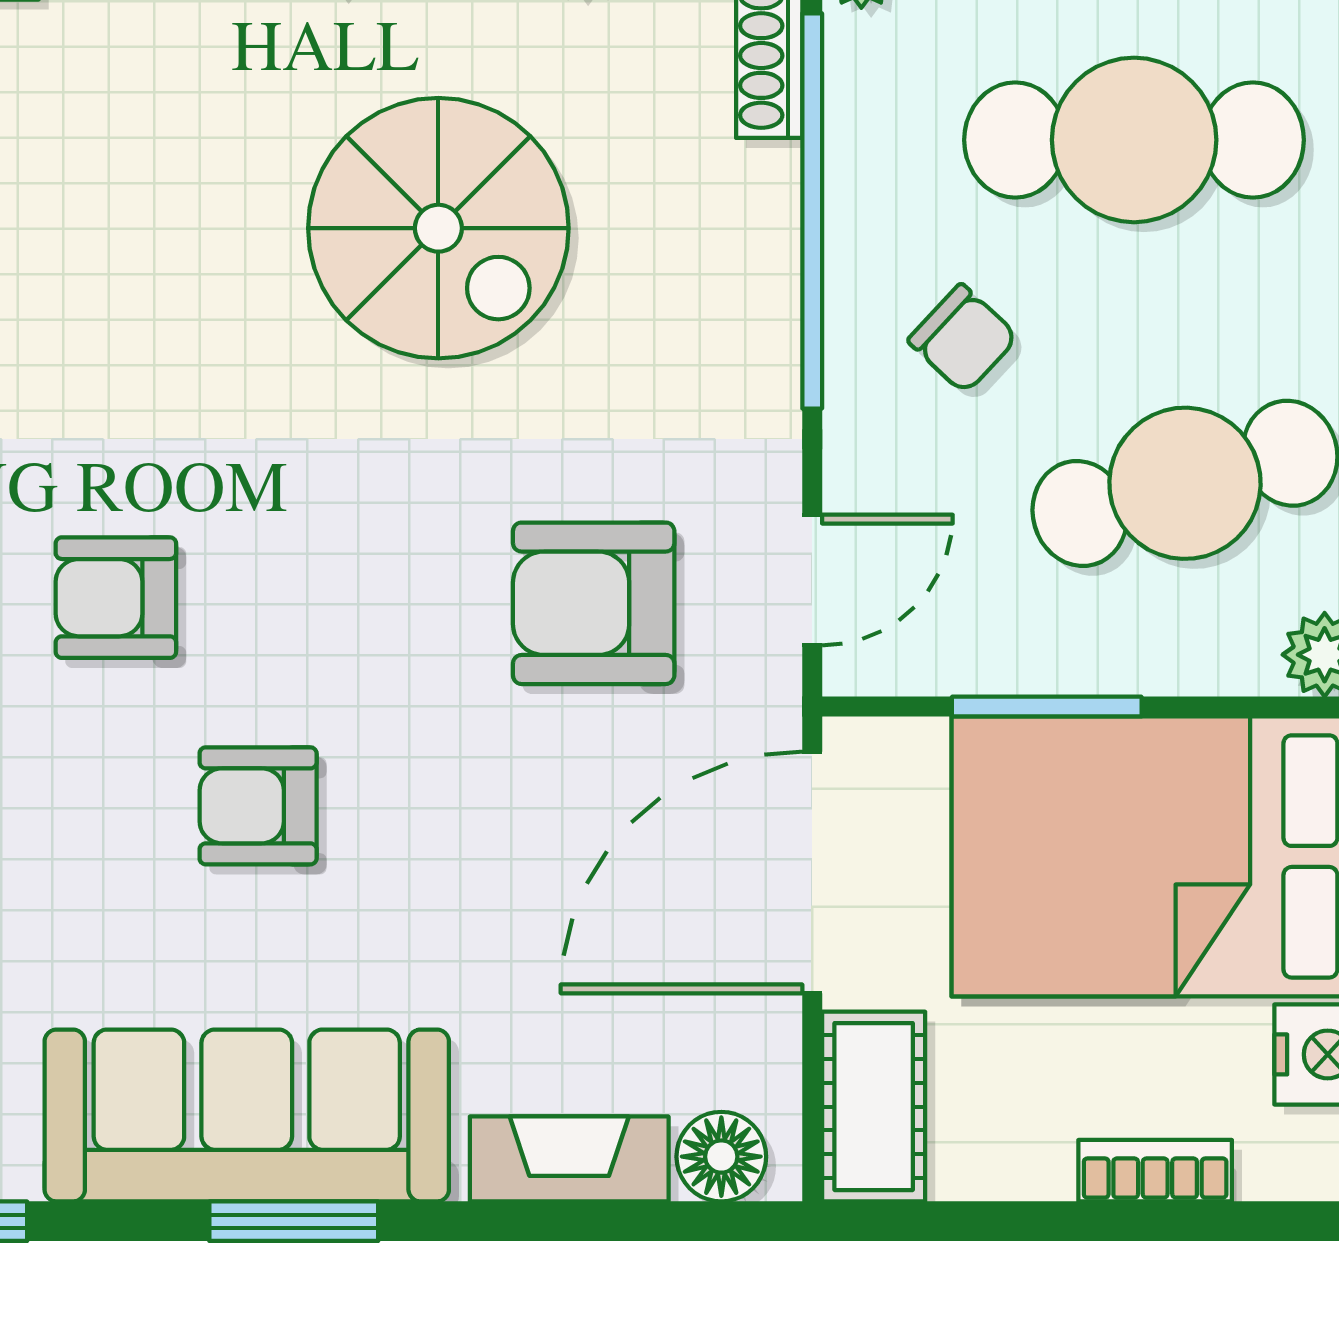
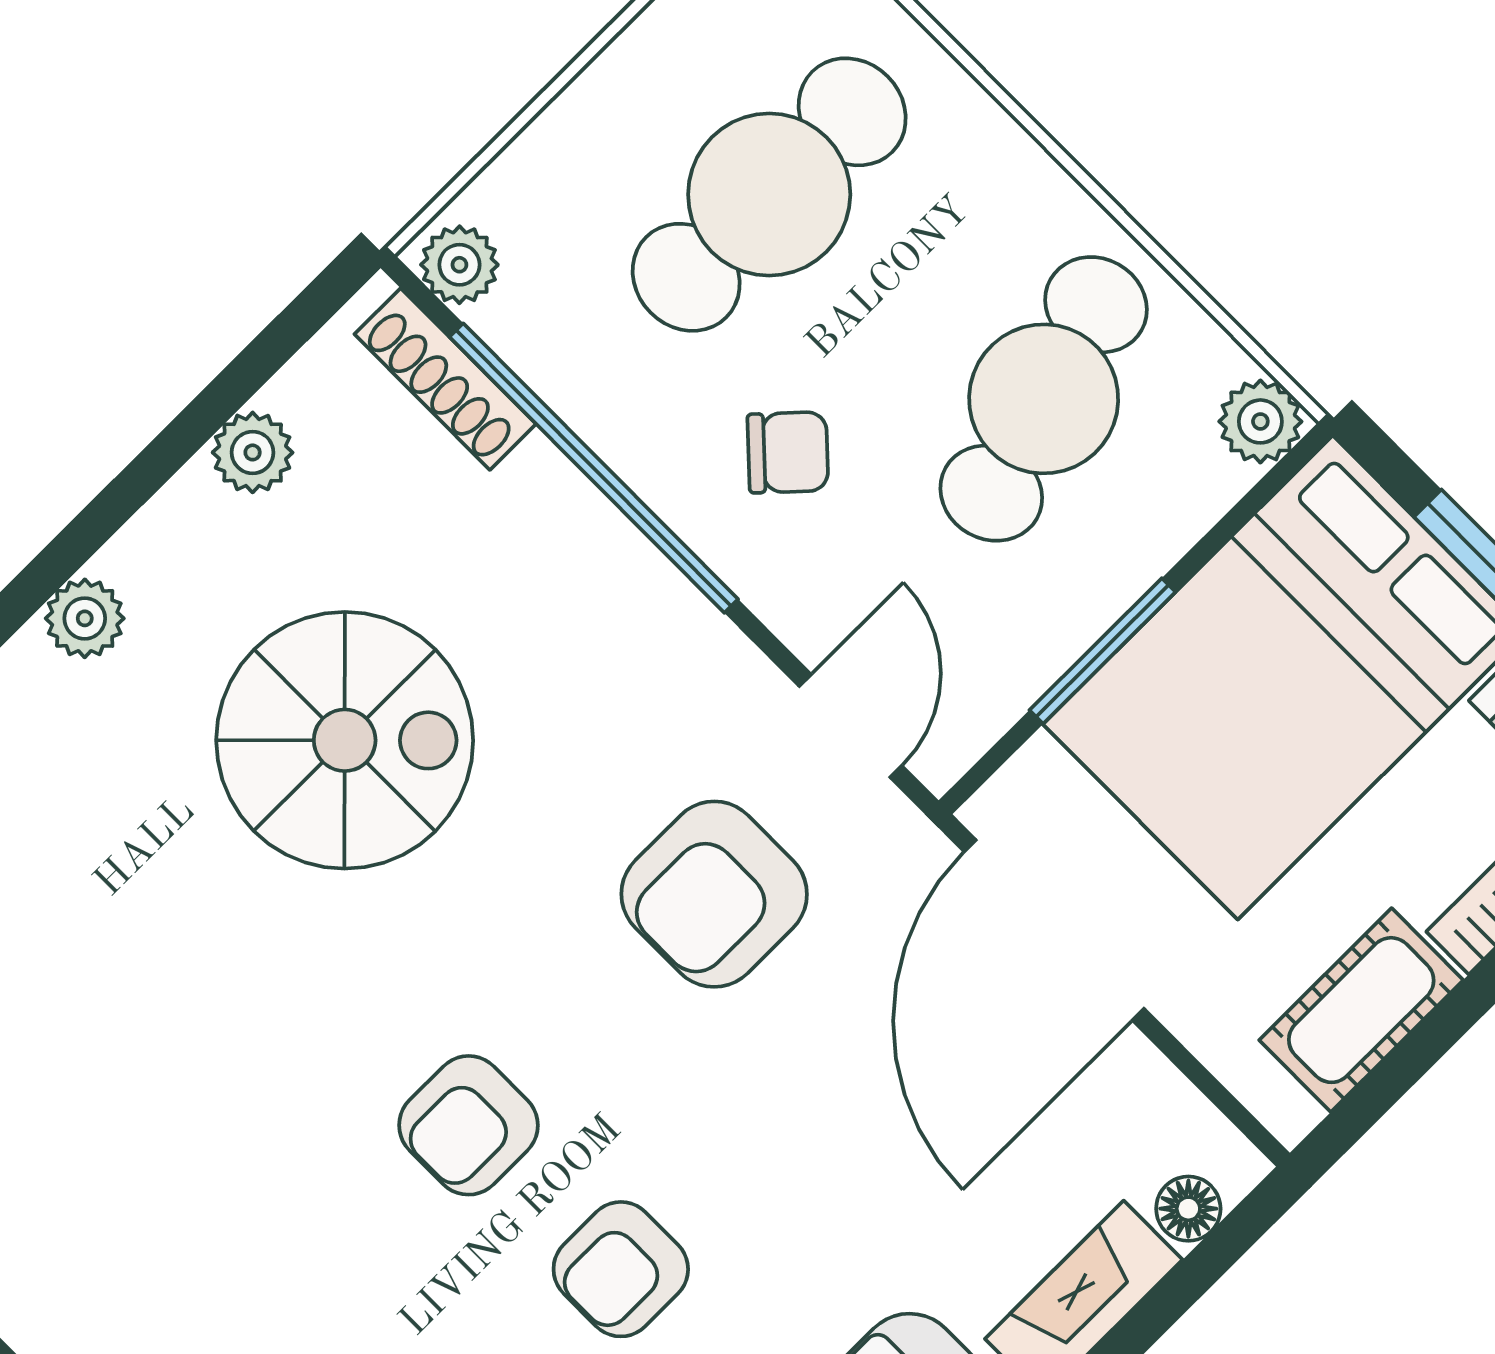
armchair: (116, 598) -> (468, 1125), moved
cot: (874, 1107) -> (1361, 1010), moved, turned 90
floor lamp: (721, 1157) -> (1188, 1209), width x0.73, depth x0.73

